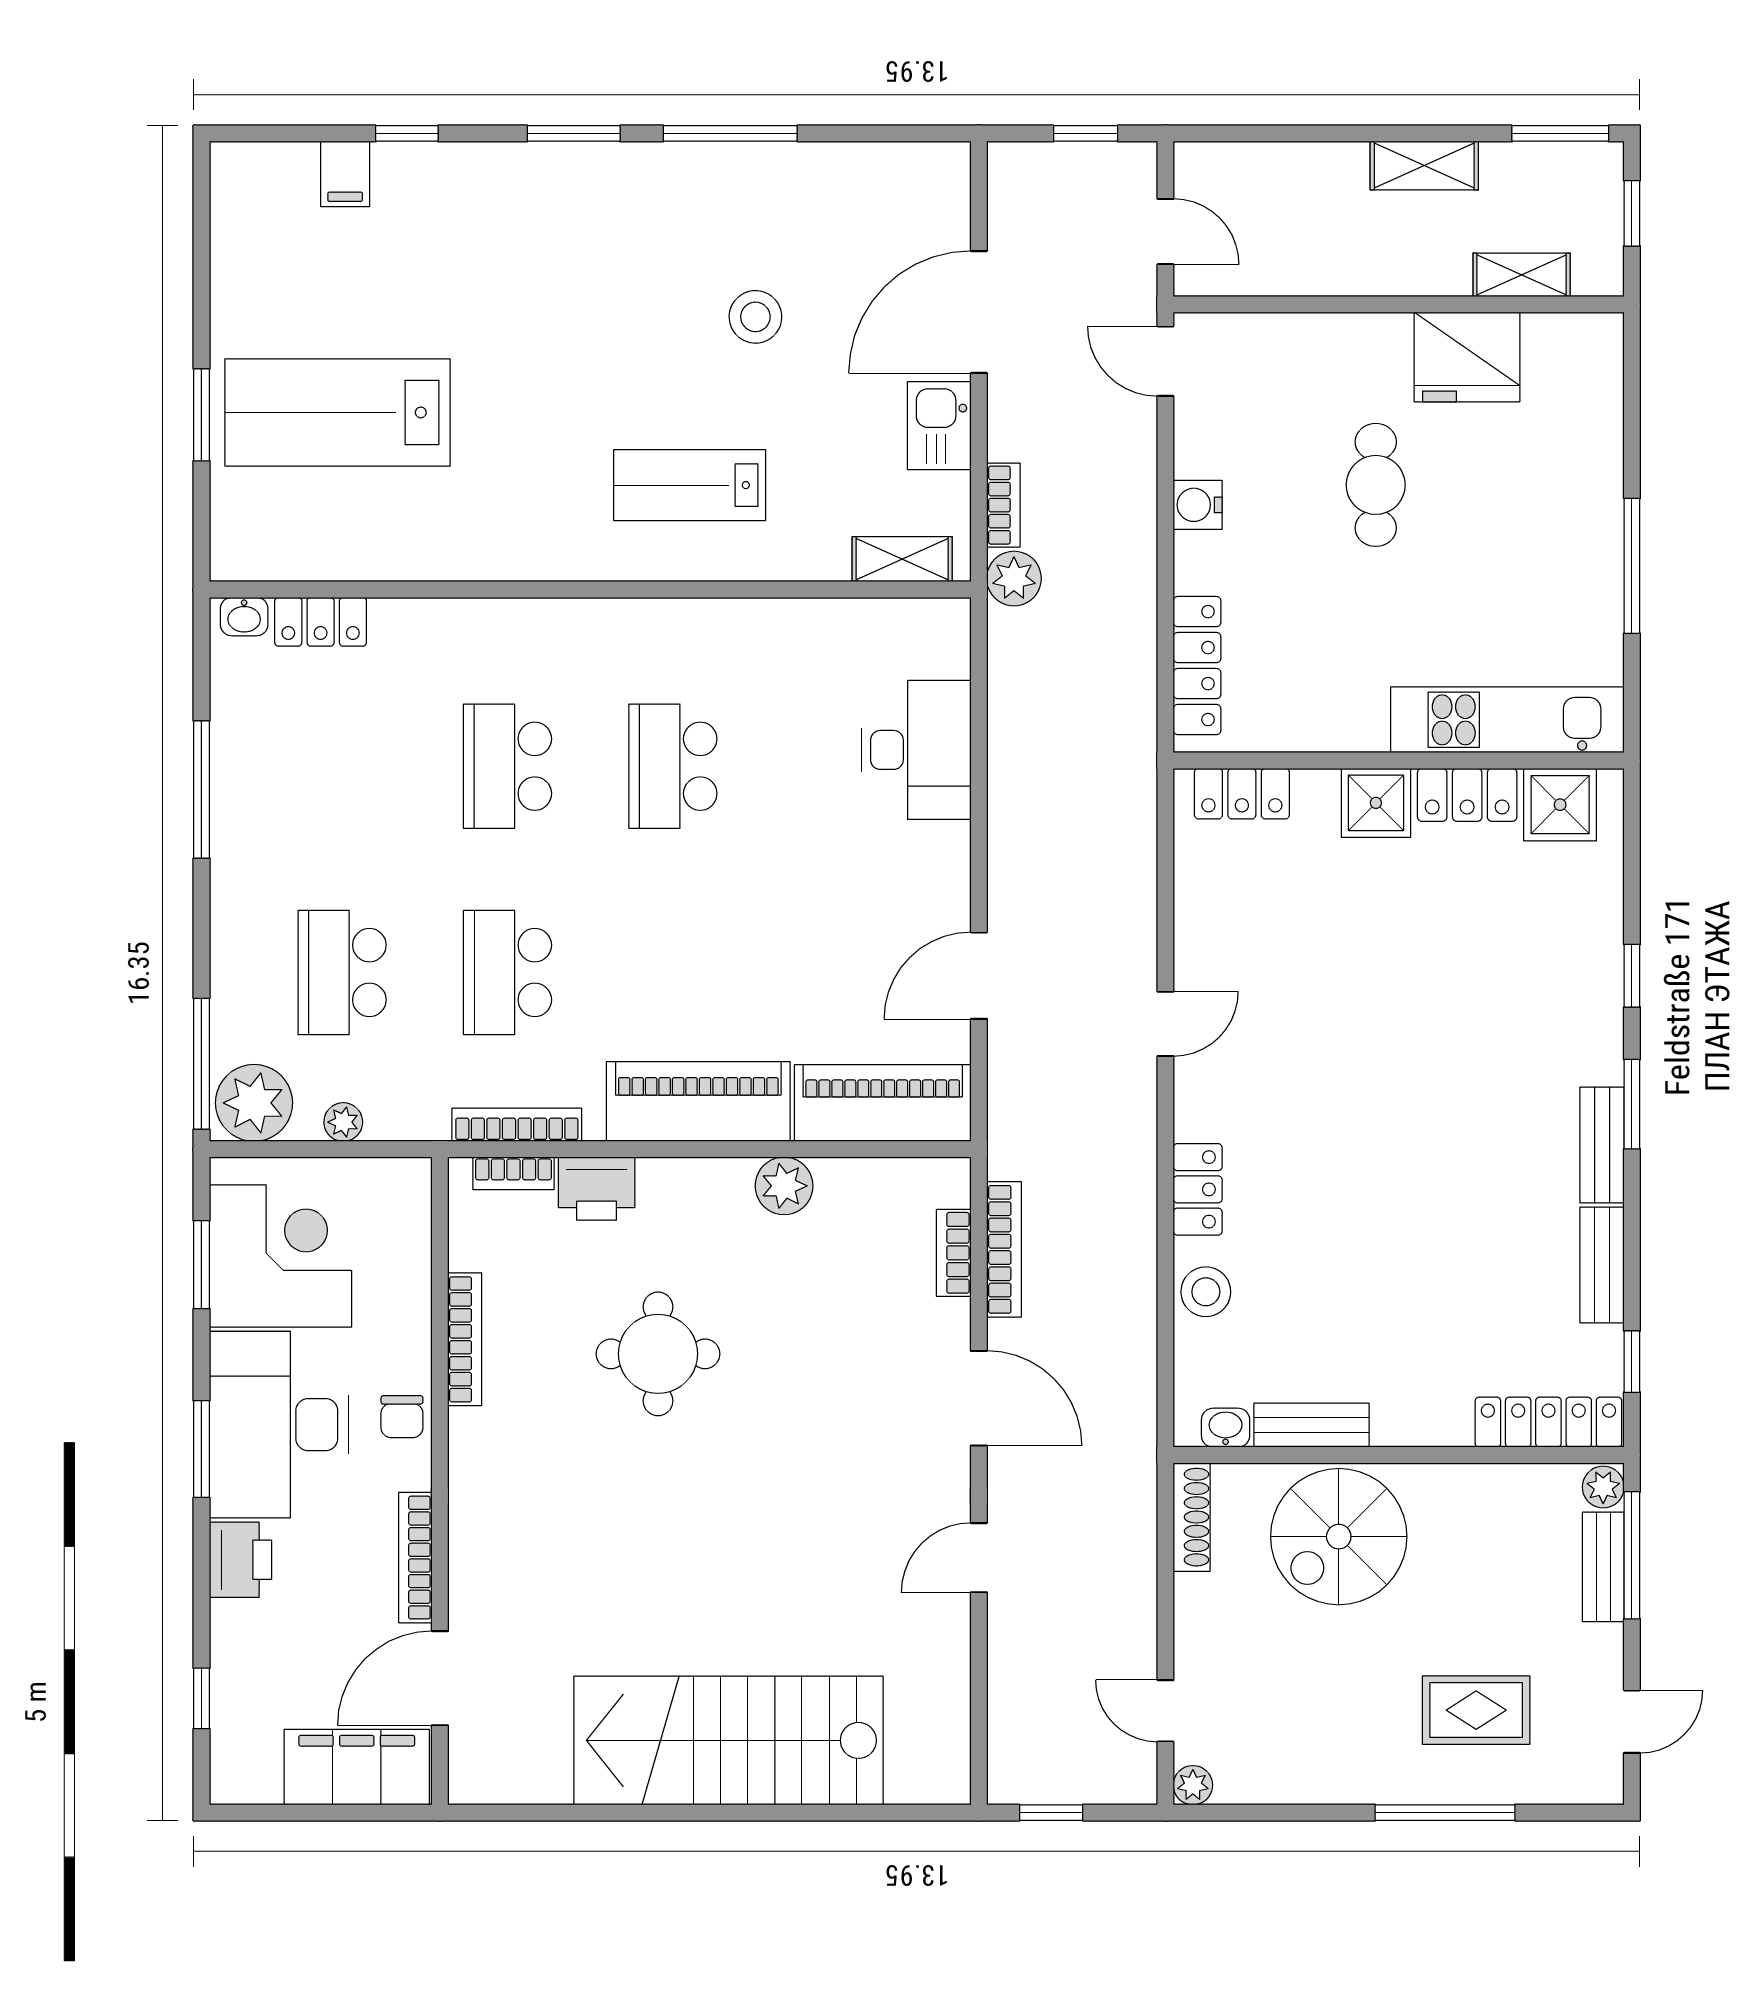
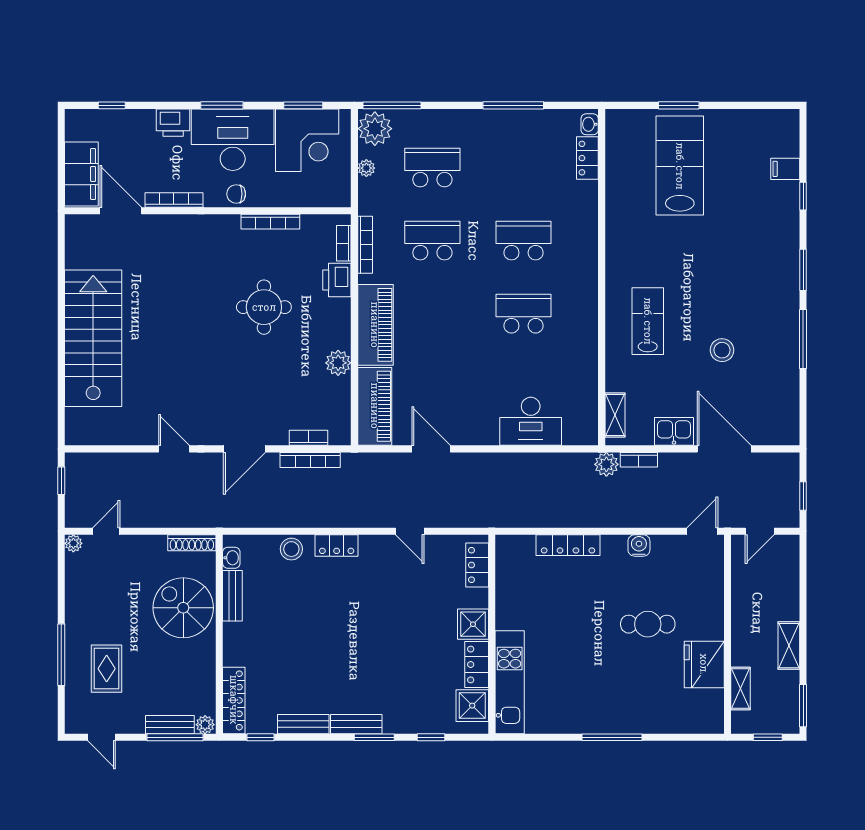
kitchen unit: (1507, 720) -> (510, 682), moved
wall: (1399, 761) -> (492, 634), moved
locker: (1242, 794) -> (477, 565), moved
locker: (1467, 795) -> (477, 665), moved
shower: (1376, 803) -> (473, 624), moved
shower: (1560, 805) -> (472, 706), moved

